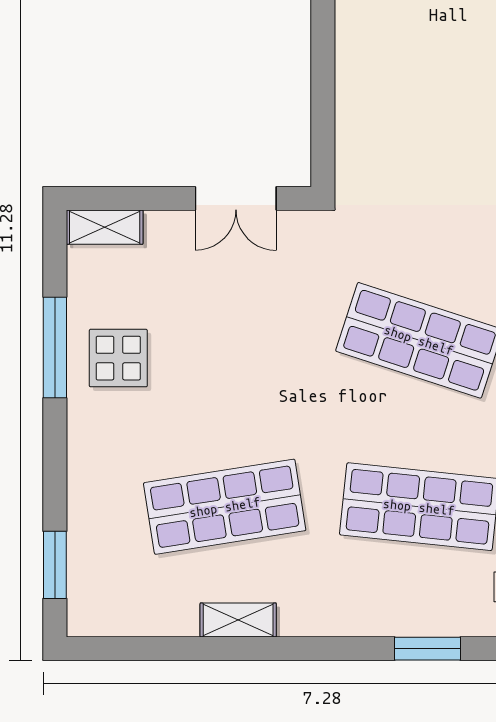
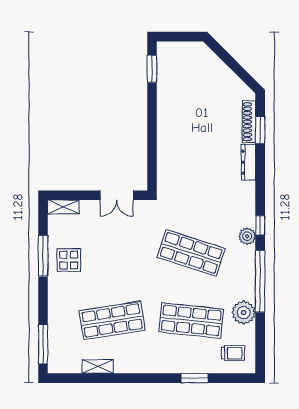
window: (55, 565) -> (43, 344), width x1.44
shelving: (238, 620) -> (98, 367), moved

